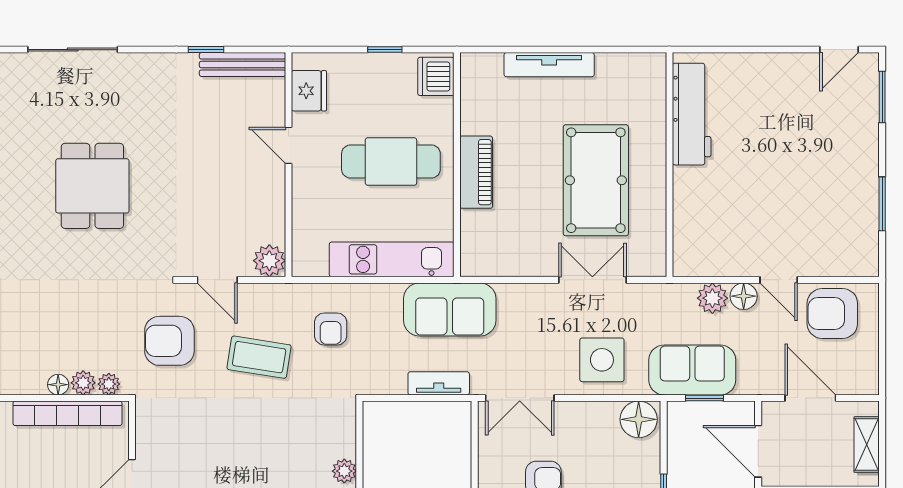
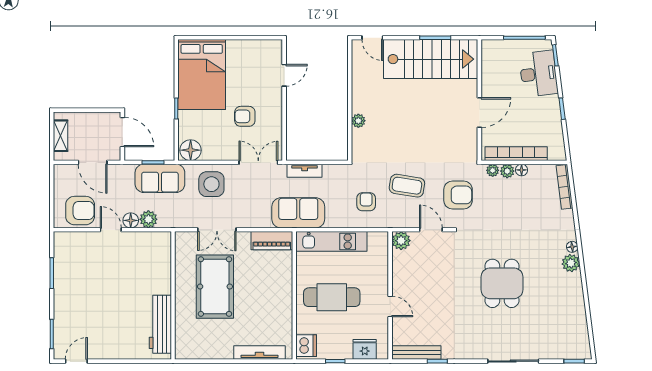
tv unit: (549, 65) -> (259, 352), moved
fridge: (309, 91) -> (365, 349), moved, turned 90
piano: (476, 172) -> (272, 241), moved, turned -90

